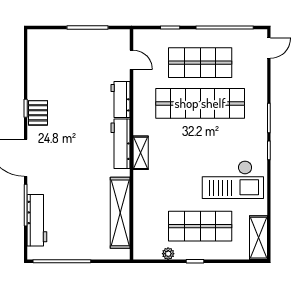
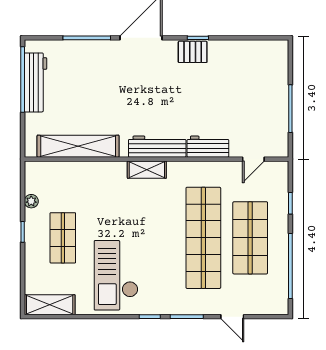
door: (269, 48) -> (232, 317), moved
workbench: (37, 220) -> (35, 82), moved, turned -90
shop shelf: (200, 226) -> (63, 238), width x0.70, depth x0.74

